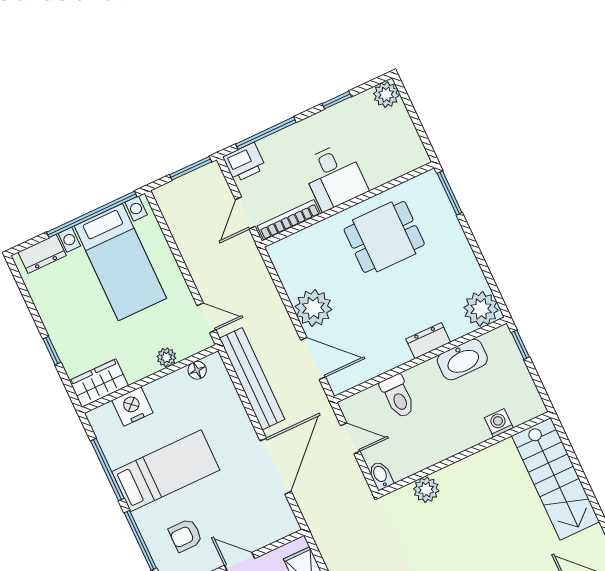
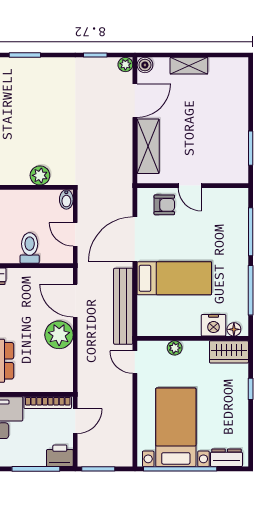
floor lamp: (197, 370) -> (234, 329), moved
bed: (166, 471) -> (174, 278), moved, turned 180
armchair: (185, 535) -> (164, 205), moved

